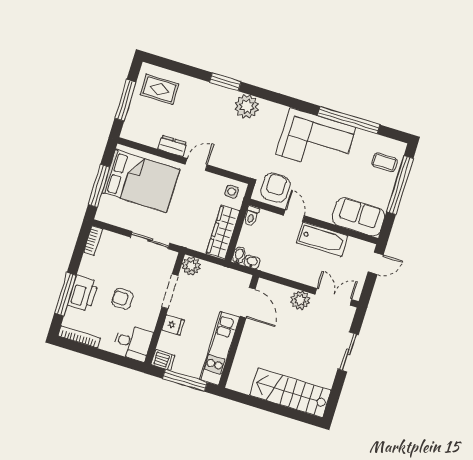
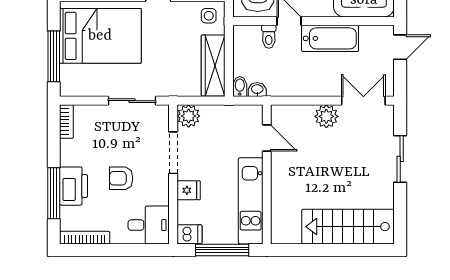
toilet: (251, 216) -> (269, 37), moved
door: (248, 303) -> (267, 138), width x0.73

